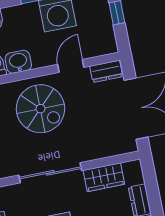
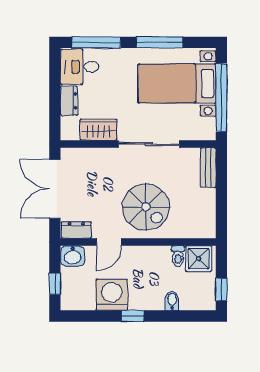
washbasin: (18, 62) -> (73, 256), moved
spiral stairs: (40, 109) -> (146, 207), turned 180

